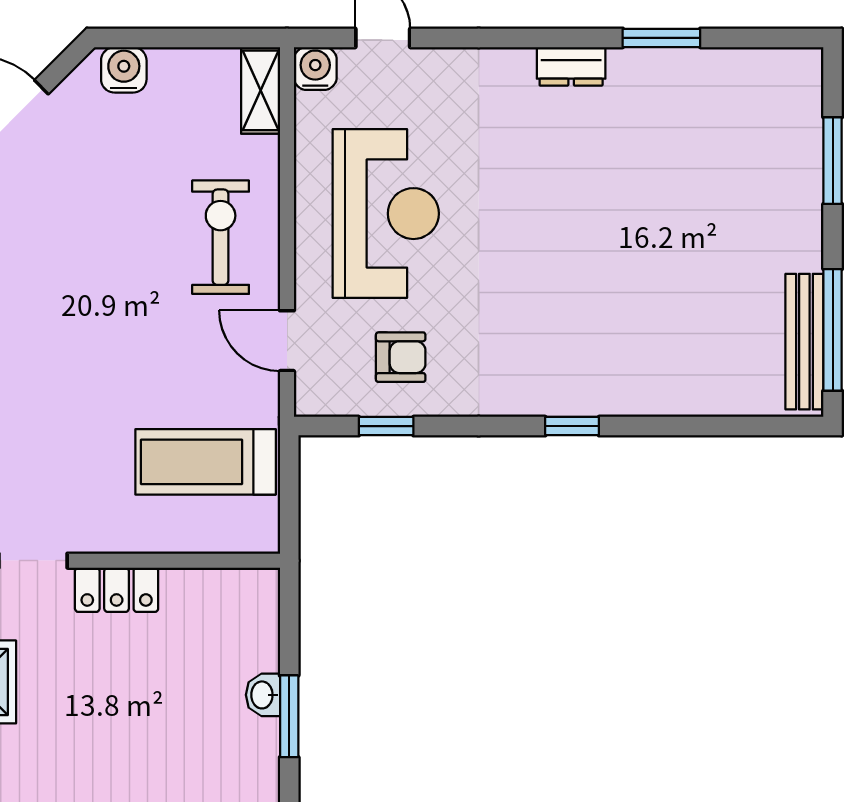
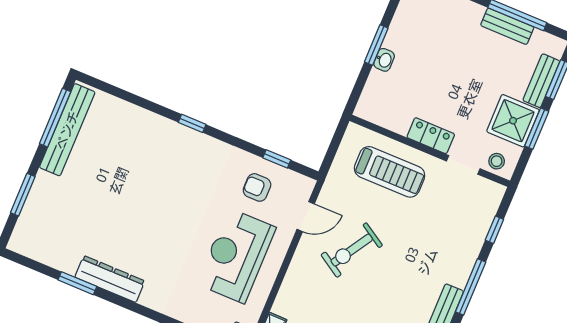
dresser: (571, 66) -> (110, 279), width x1.96, depth x1.24
exercise bike: (221, 237) -> (352, 250), moved, turned 32
door: (287, 341) -> (306, 217), hinge flipped
bench: (804, 342) -> (67, 130), width x1.37, depth x1.21
treadmill: (206, 462) -> (390, 172), moved

